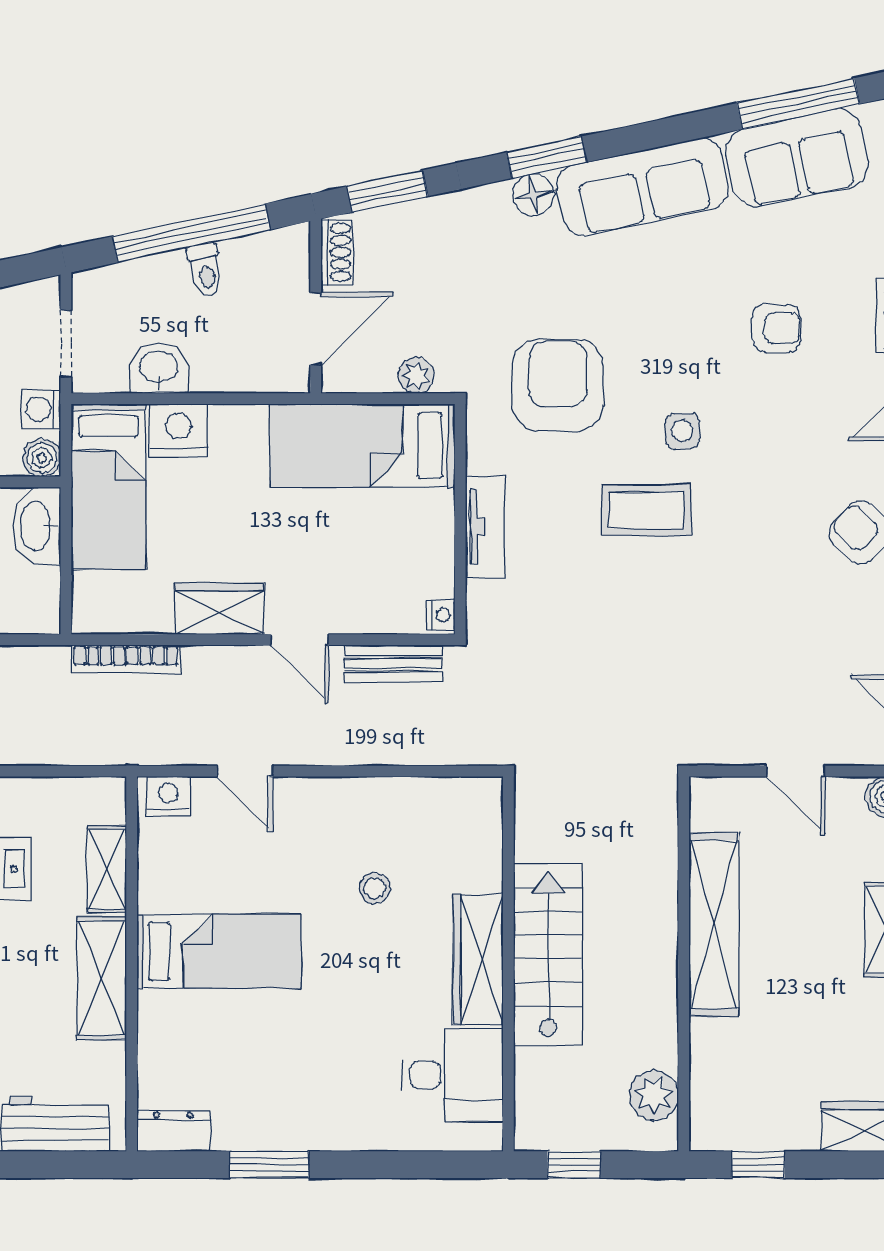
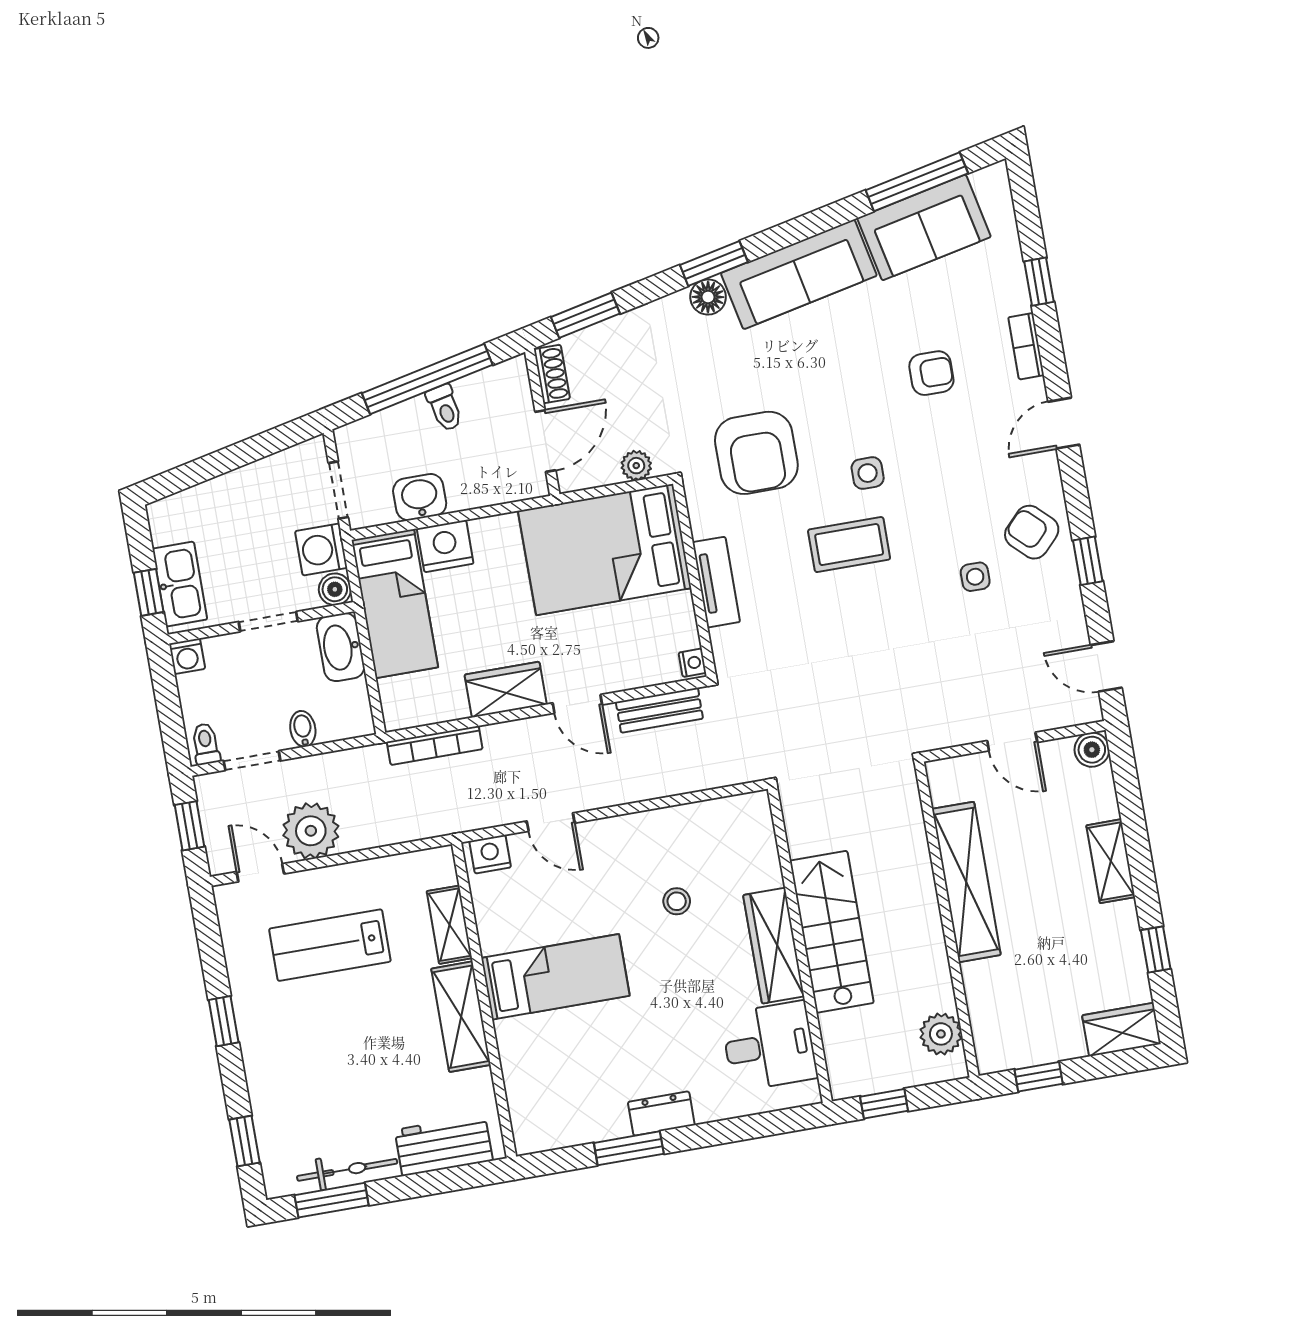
armchair: (558, 385) -> (756, 453), turned 180
washing machine: (41, 409) -> (321, 550), width x1.38, depth x1.38
bed: (362, 445) -> (605, 549), width x1.50
side table: (786, 573) -> (975, 577), added
dresser: (173, 1131) -> (661, 1114), moved

